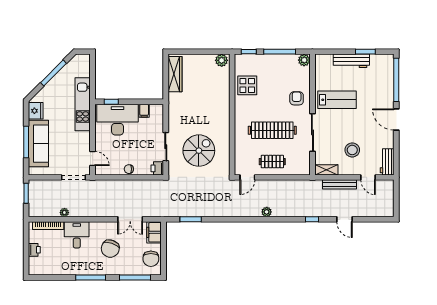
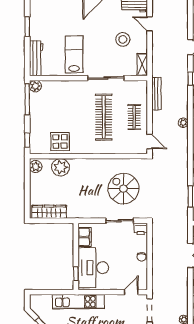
window: (280, 52) -> (27, 99), moved
workbench: (351, 61) -> (36, 58), moved
plant: (221, 86) -> (60, 167), added
armchair: (297, 98) -> (73, 94), removed
filing cabinet: (144, 111) -> (85, 237), width x2.00
door: (368, 177) -> (150, 24), swing flipped
bench: (340, 184) -> (156, 94), moved

